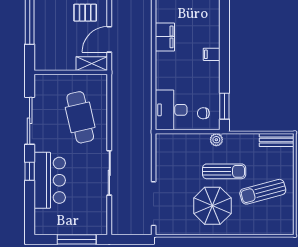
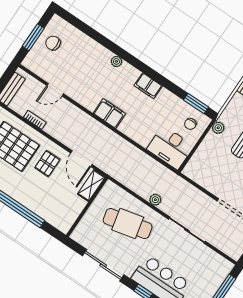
plant: (214, 13) -> (116, 61), added
filing cabinet: (212, 54) -> (148, 86), width x2.00
plant: (117, 127) -> (155, 200), added

